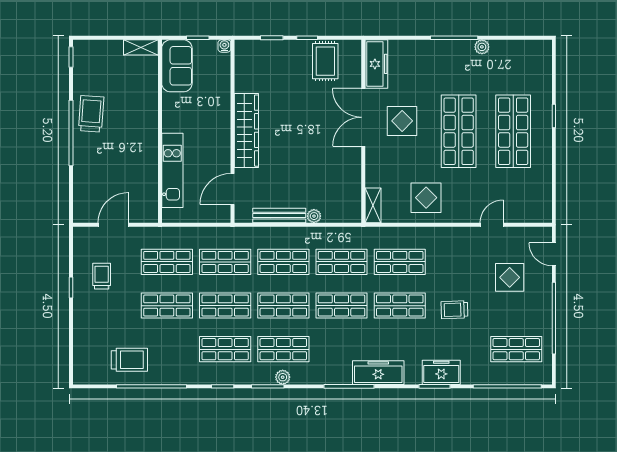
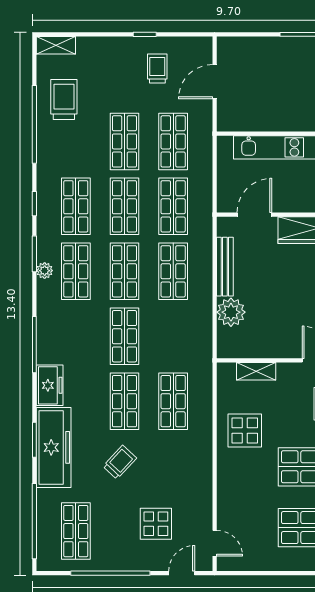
door: (233, 189) -> (254, 215), hinge flipped
shelving: (373, 205) -> (256, 371), moved
plant: (314, 216) -> (231, 312), width x1.88, depth x1.88
door: (113, 225) -> (215, 82), swing flipped
door: (492, 225) -> (215, 543), moved
shop shelf: (342, 262) -> (173, 336), removed
trolley: (102, 276) -> (157, 69), turned -90
trolley: (454, 310) -> (120, 462), turned 45
trolley: (129, 360) -> (64, 100), turned 180
shelving: (81, 367) -> (56, 45), added
freezer: (441, 372) -> (54, 447), width x1.91, depth x1.26
freezer: (378, 373) -> (50, 385), width x0.71

